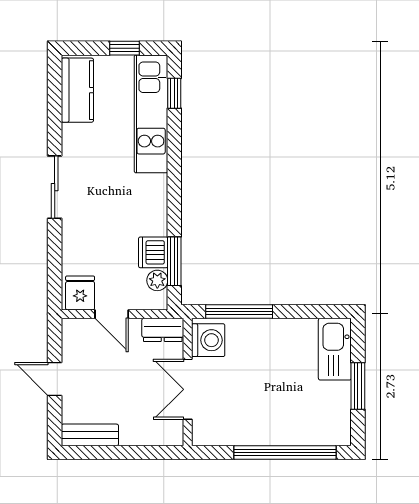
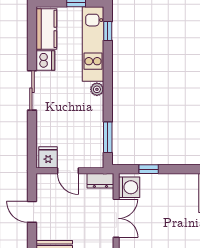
dishwasher: (153, 252) -> (45, 60), moved, turned 180
plant: (157, 280) -> (97, 89), moved
window: (239, 311) -> (149, 169), width x0.46
double door: (188, 389) -> (116, 218), swing flipped

